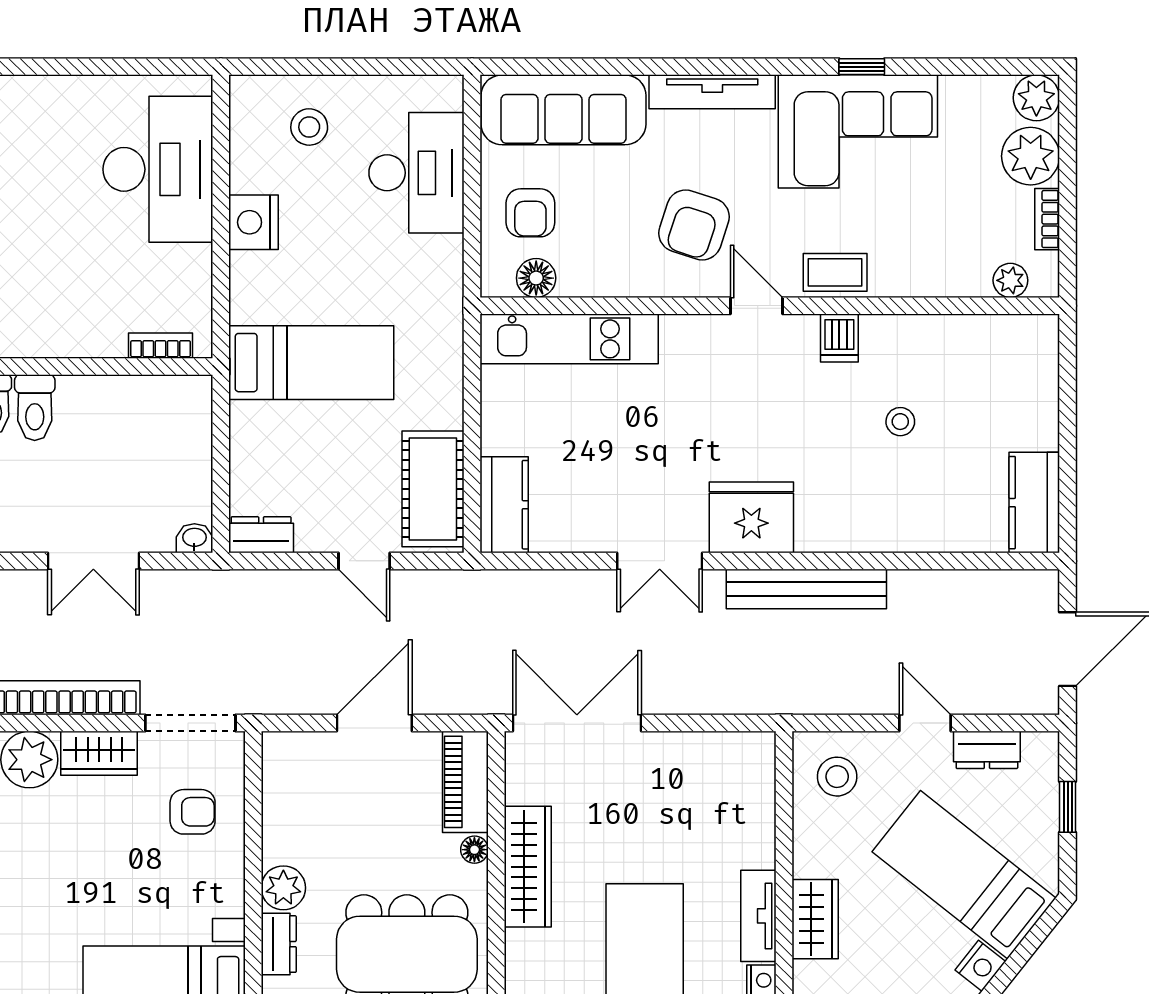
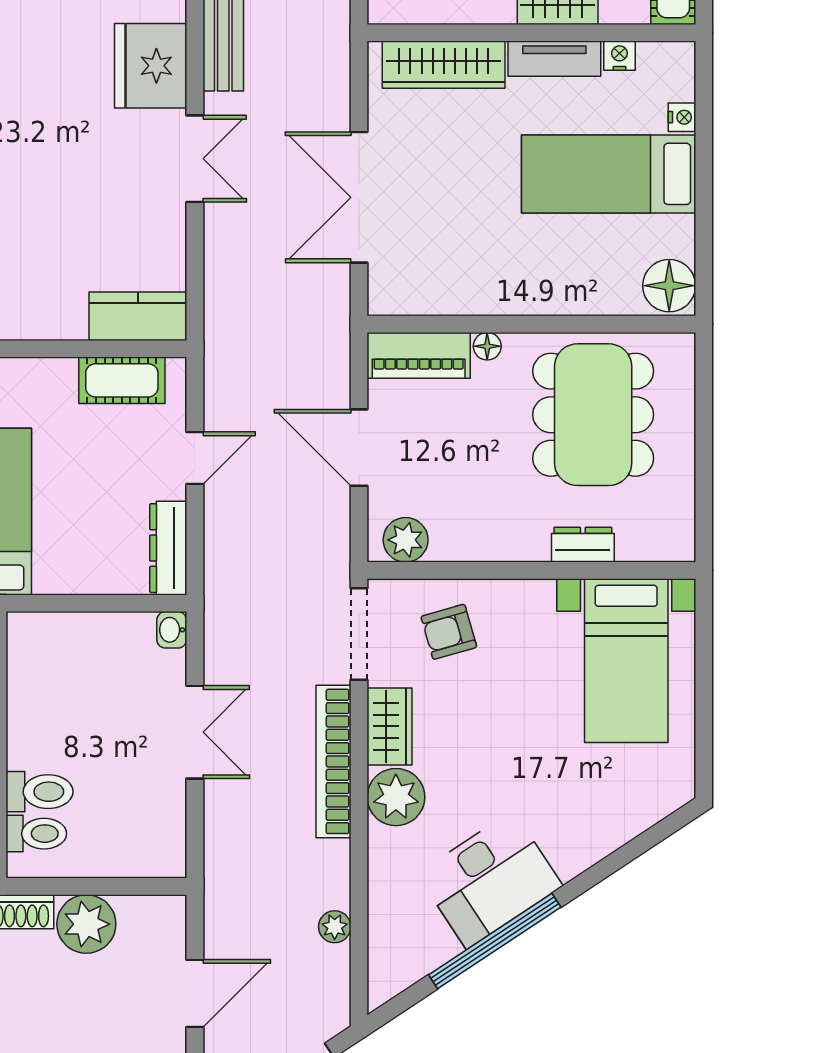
cot: (433, 489) -> (122, 380), width x0.73, depth x0.75
dresser: (261, 535) -> (168, 548), width x1.44
double door: (577, 723) -> (359, 197), moved
armchair: (193, 812) -> (449, 632), turned -106
wardrobe: (528, 867) -> (444, 65), moved, turned 180
plant: (283, 888) -> (406, 540), moved

